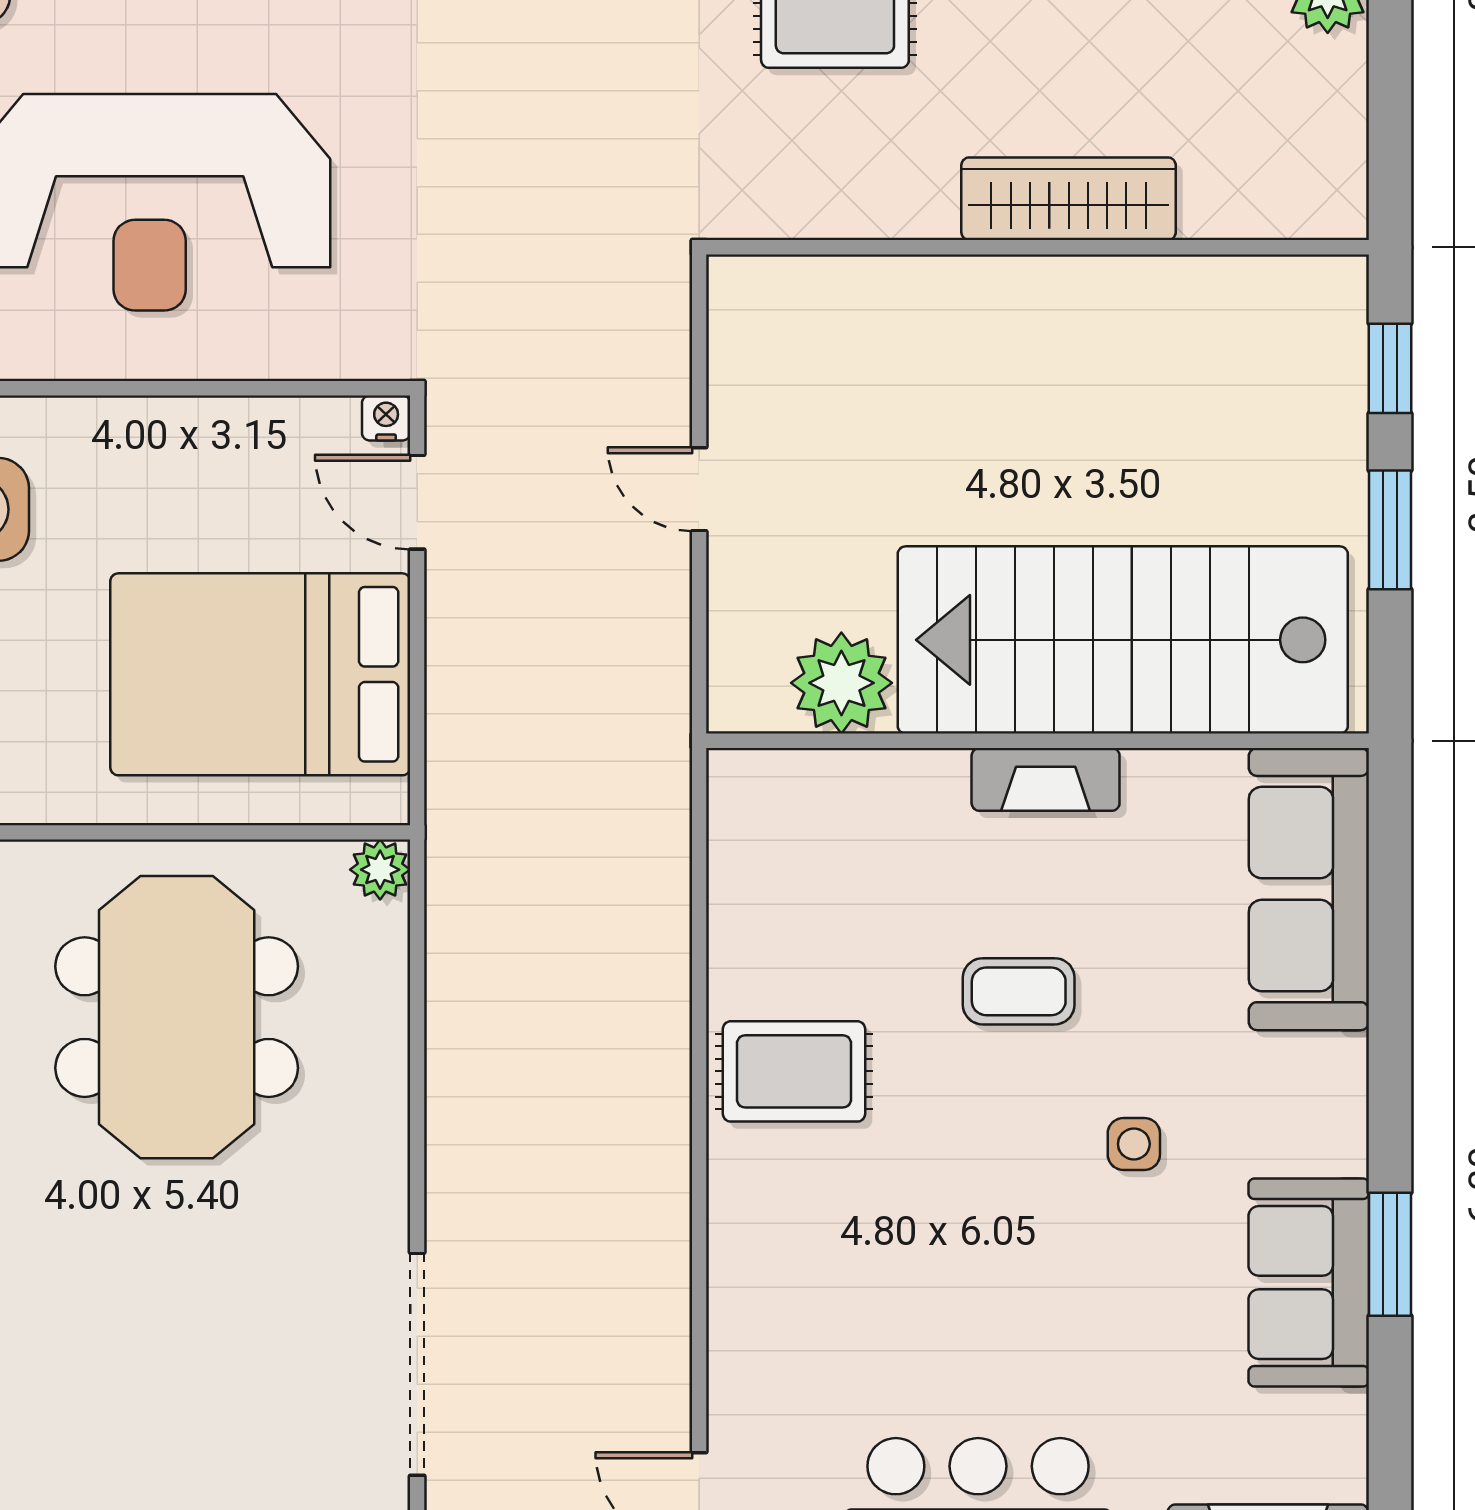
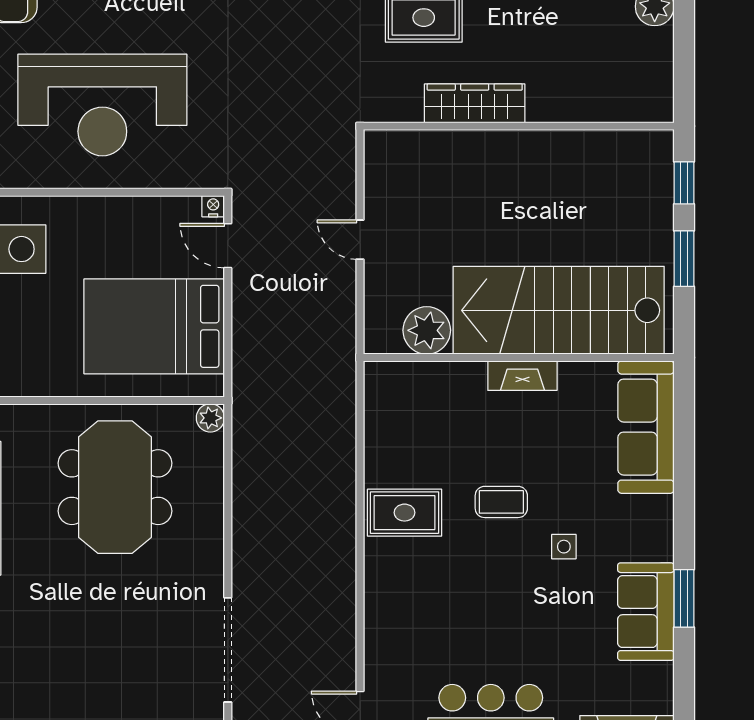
wardrobe: (1069, 199) -> (475, 103), moved
coffee table: (1019, 991) -> (501, 502), moved

